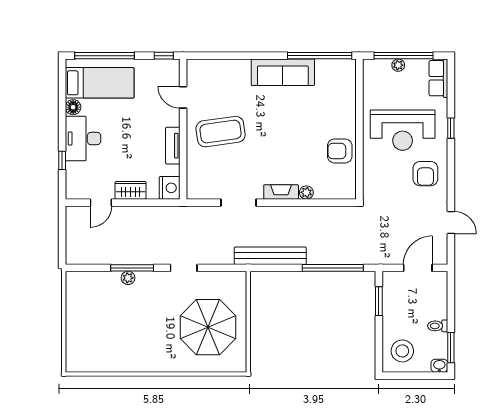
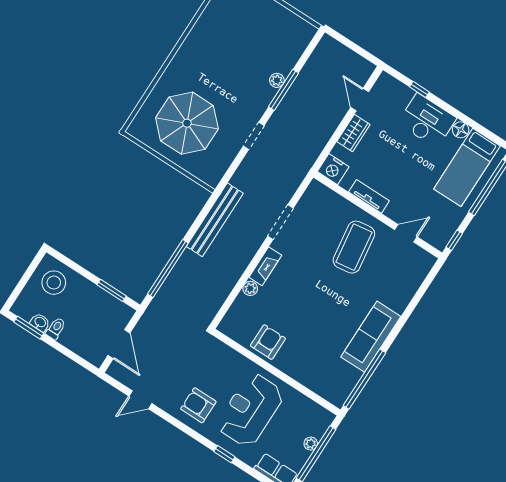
washbasin: (439, 366) -> (40, 322), moved, turned -90

